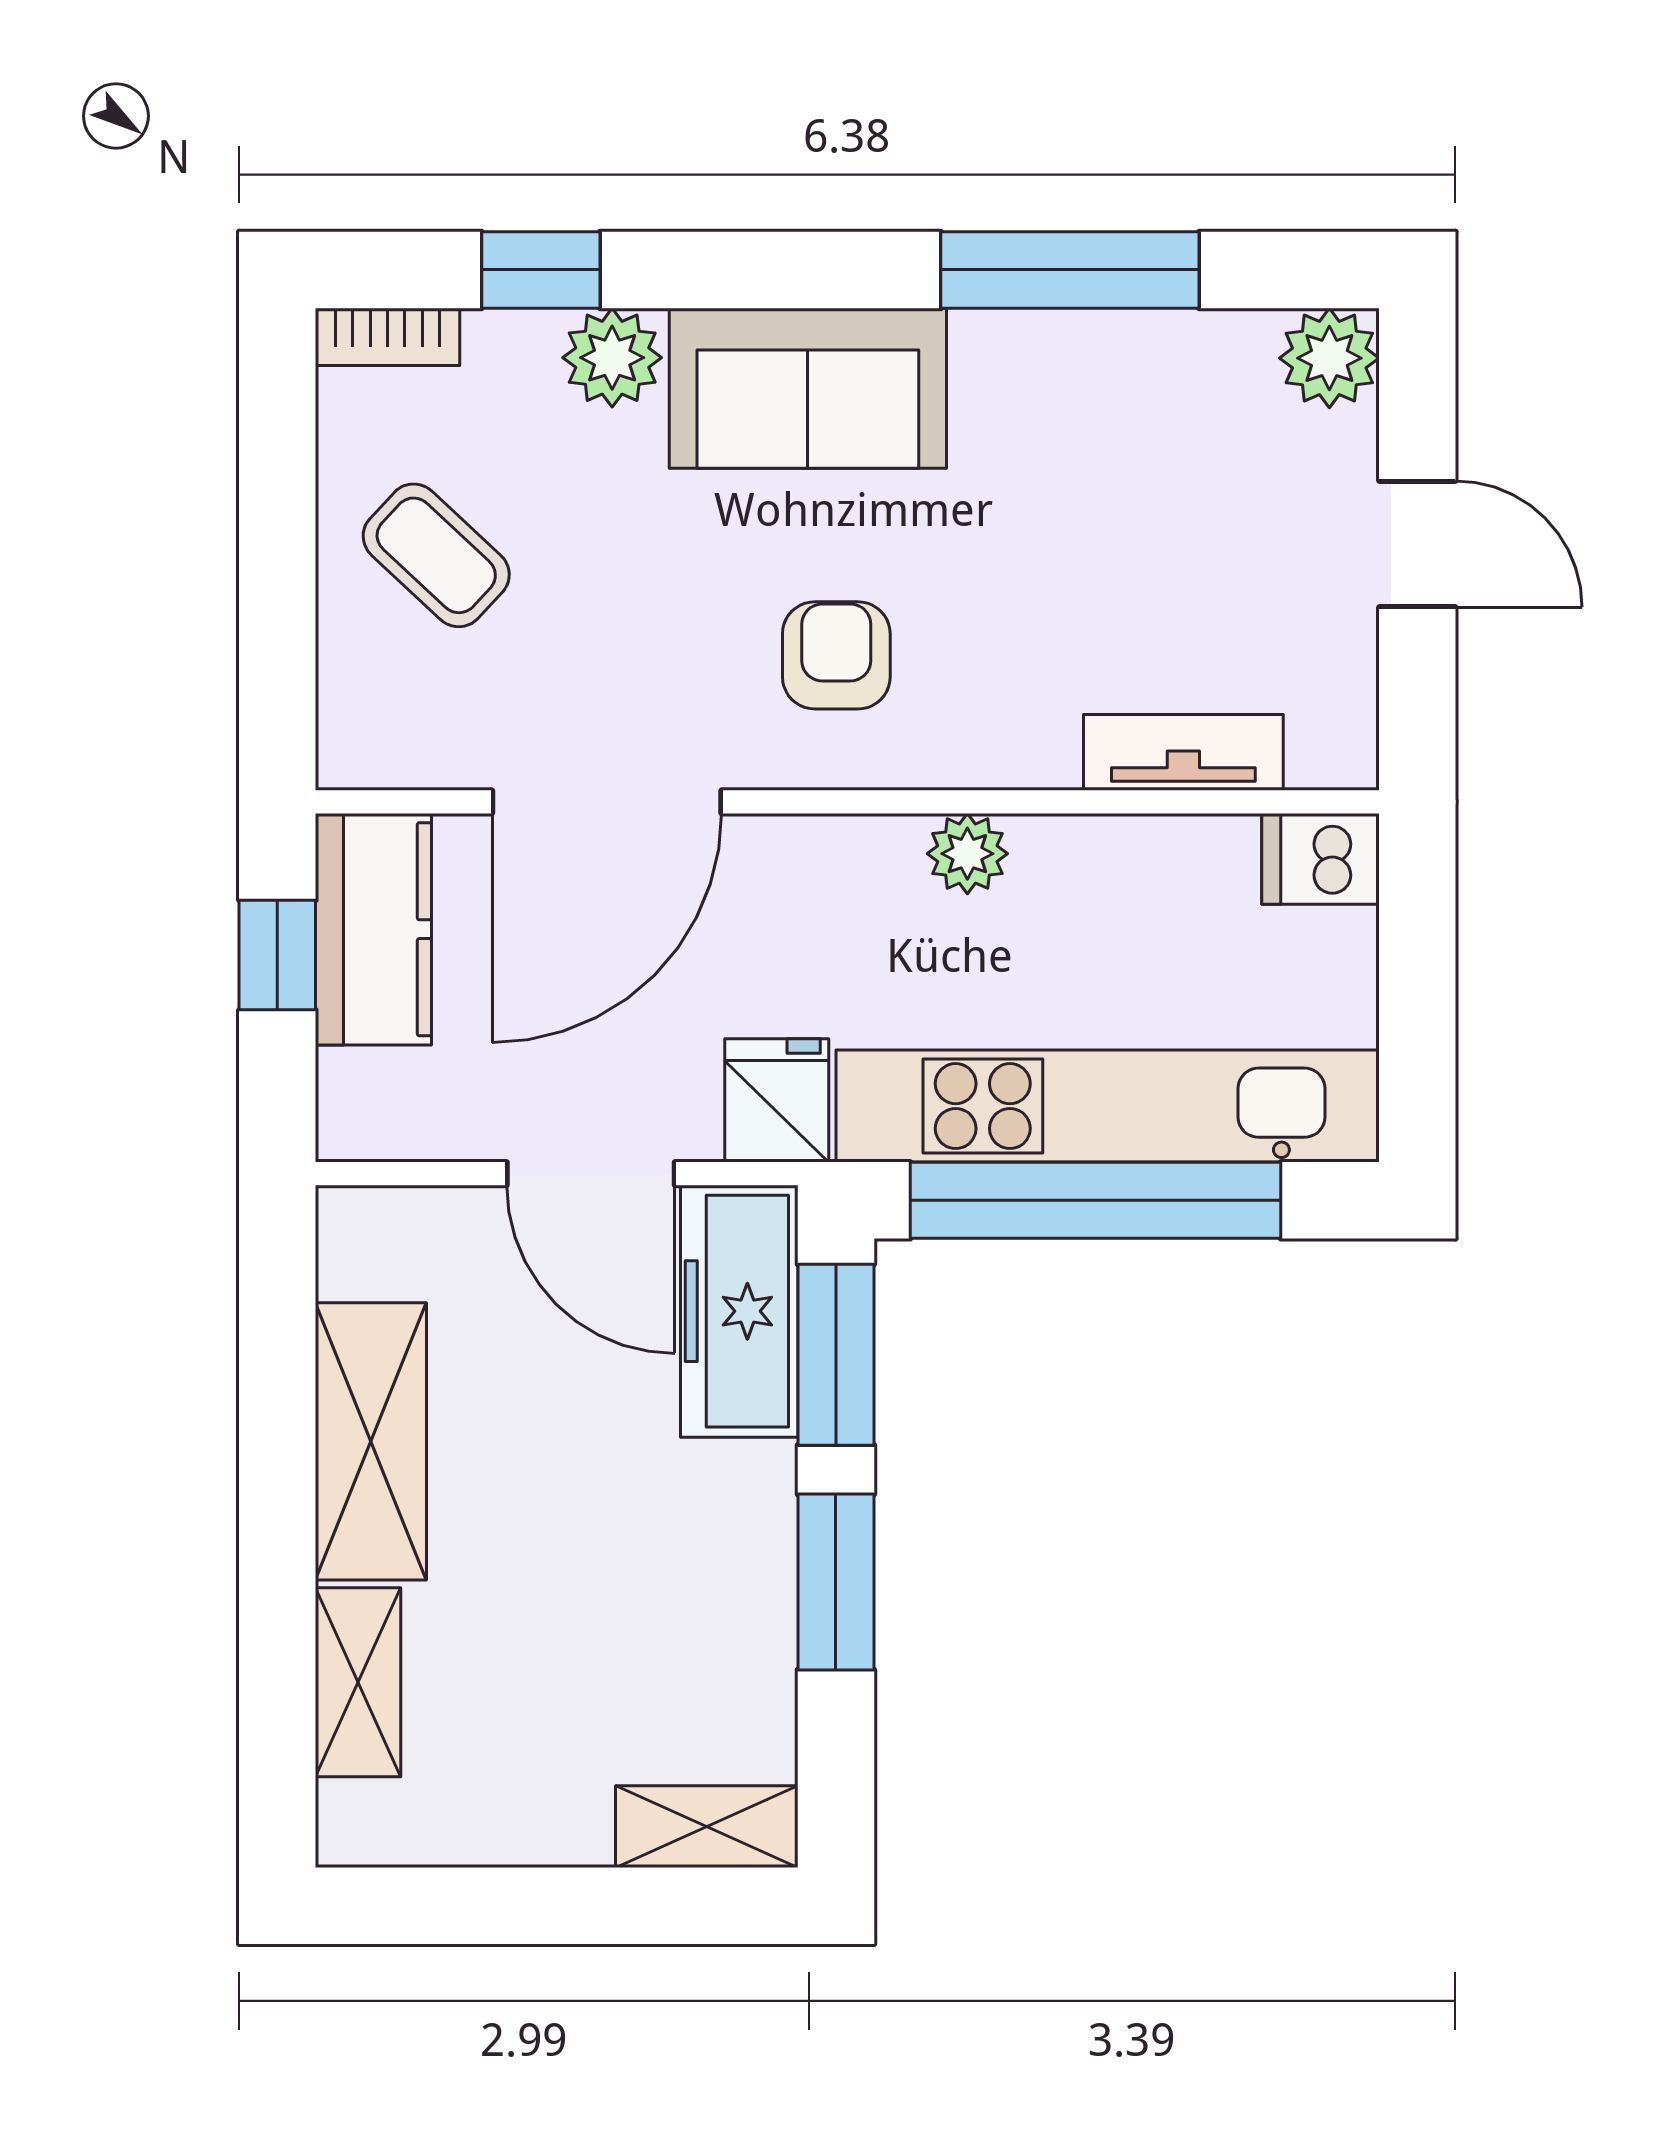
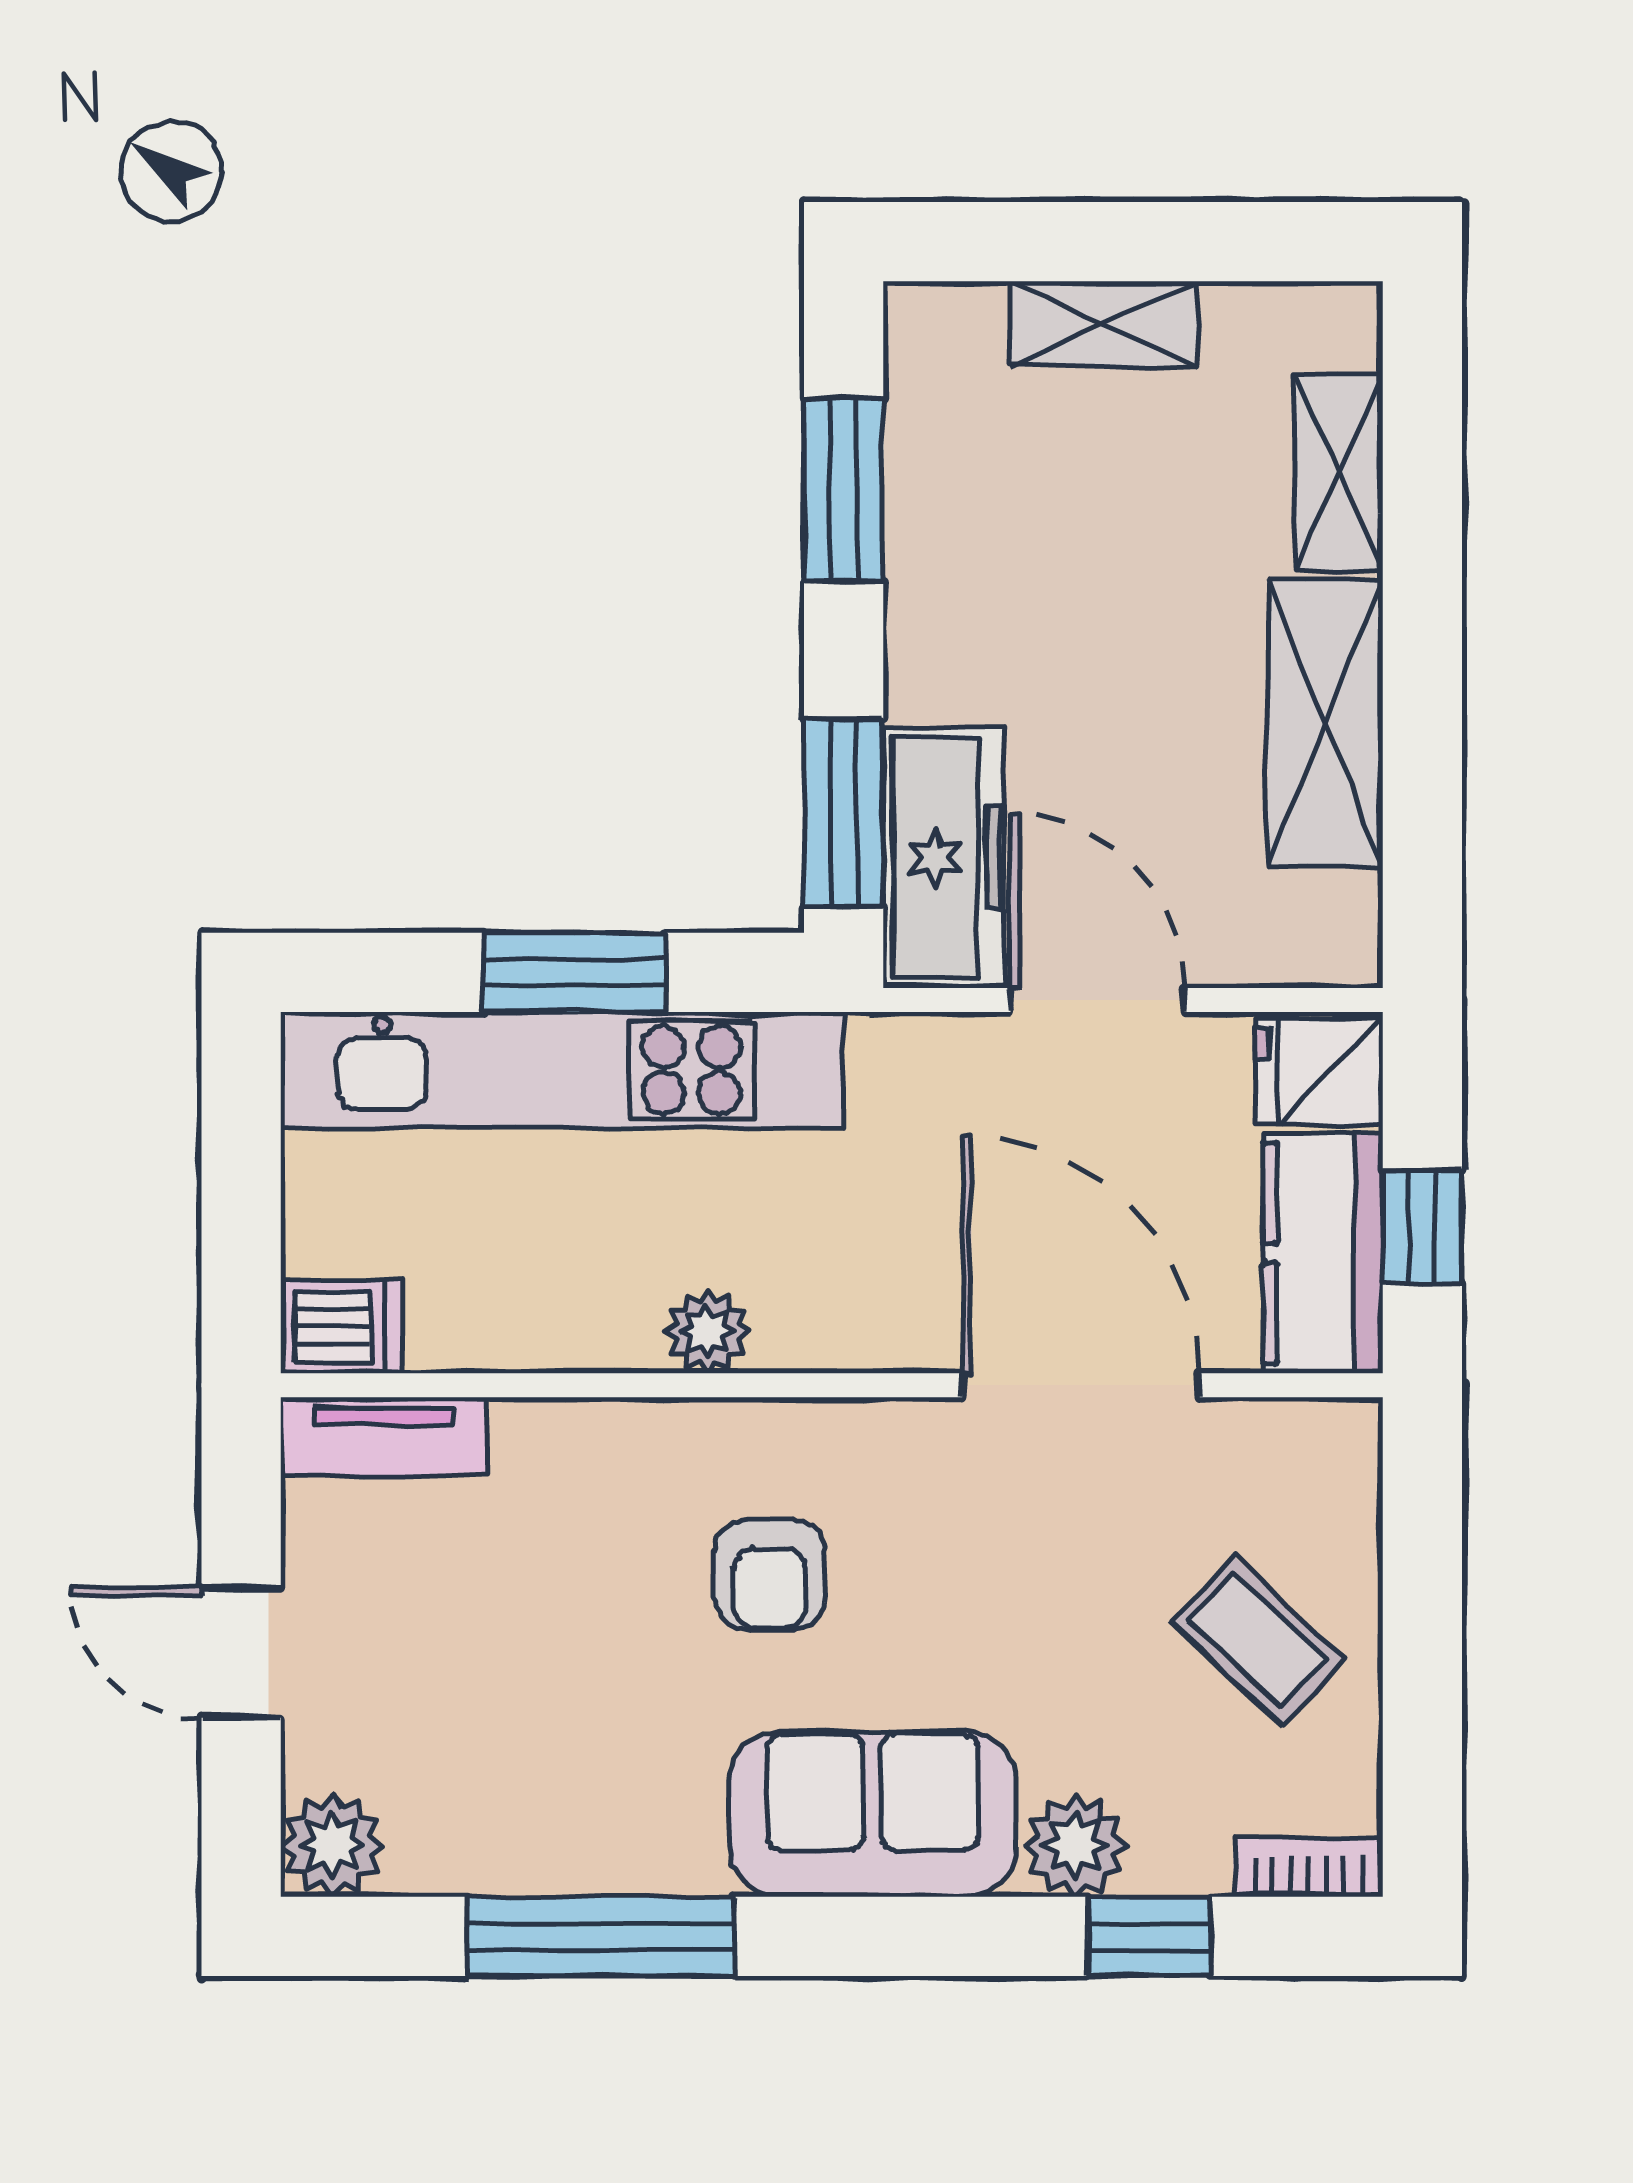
armchair: (836, 655) -> (770, 1575), moved
tv unit: (1183, 752) -> (384, 1437), moved
door: (607, 802) -> (1081, 1385), hinge flipped
fridge: (777, 1100) -> (1319, 1072), moved, turned 90
window: (1096, 1200) -> (575, 972), width x0.47
window: (836, 1582) -> (844, 490), moved
shelving: (707, 1827) -> (1103, 324), moved

